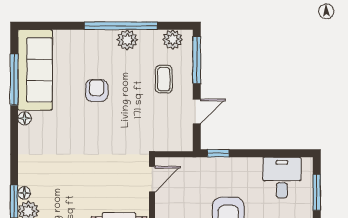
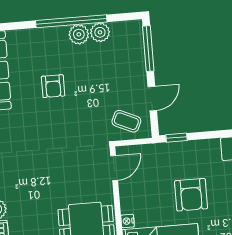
plant: (173, 39) -> (100, 32), moved
coffee table: (164, 79) -> (126, 121), moved, turned -66
armchair: (97, 90) -> (53, 86), turned 180

